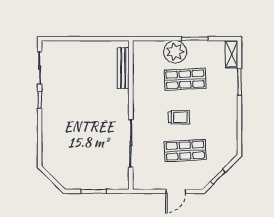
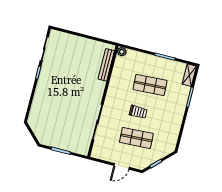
plant: (175, 52) -> (122, 52), moved, width x0.53, depth x0.53

